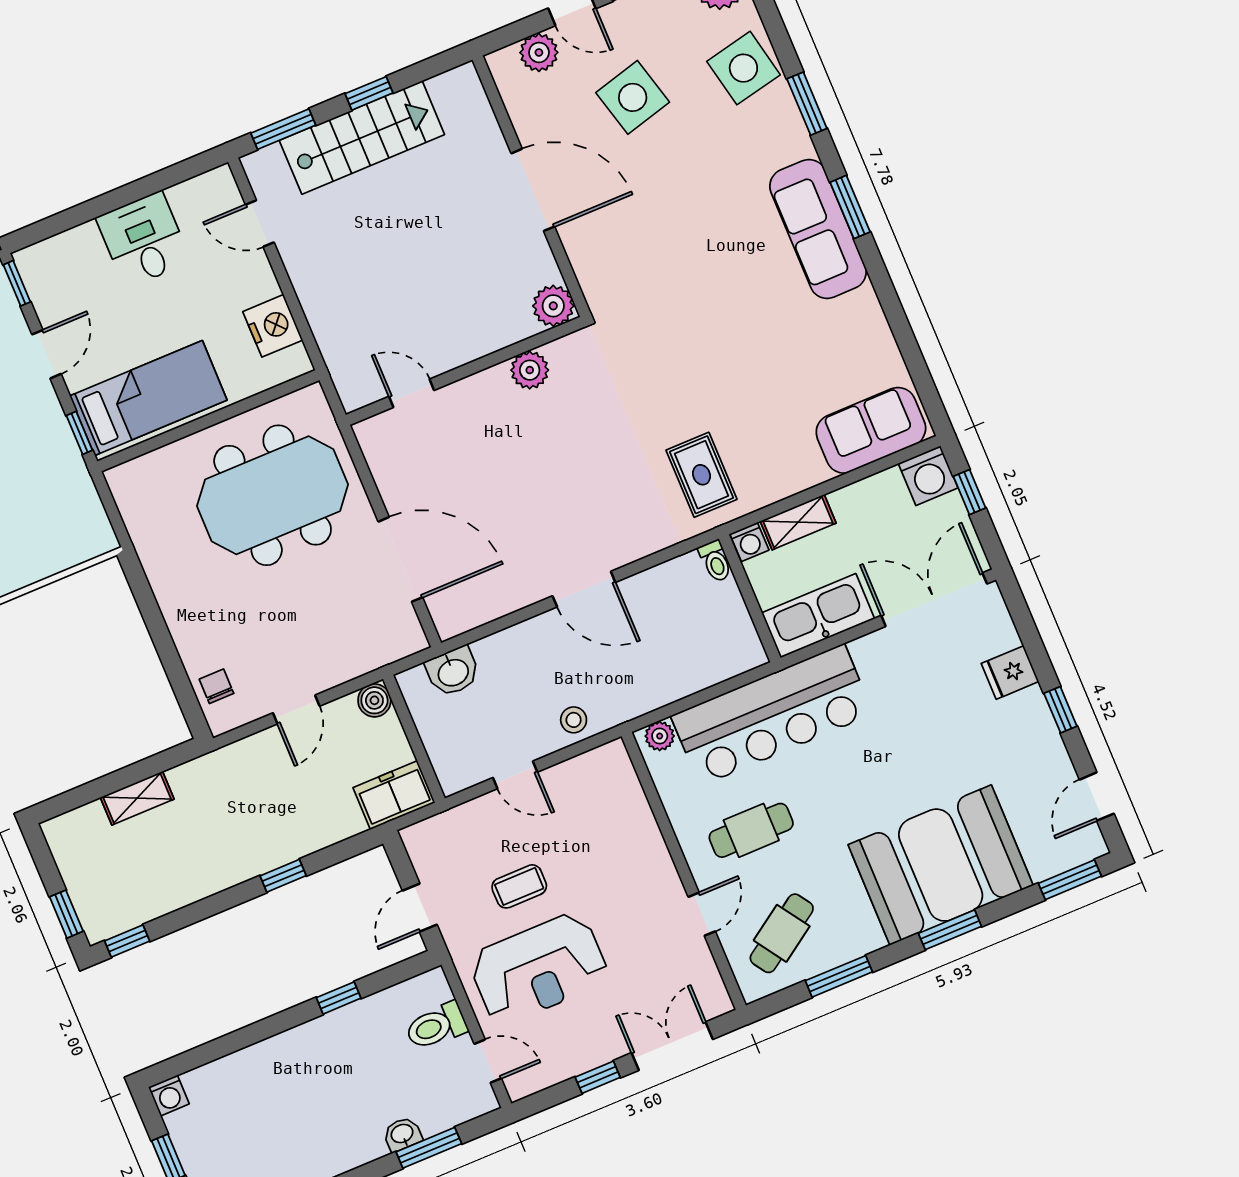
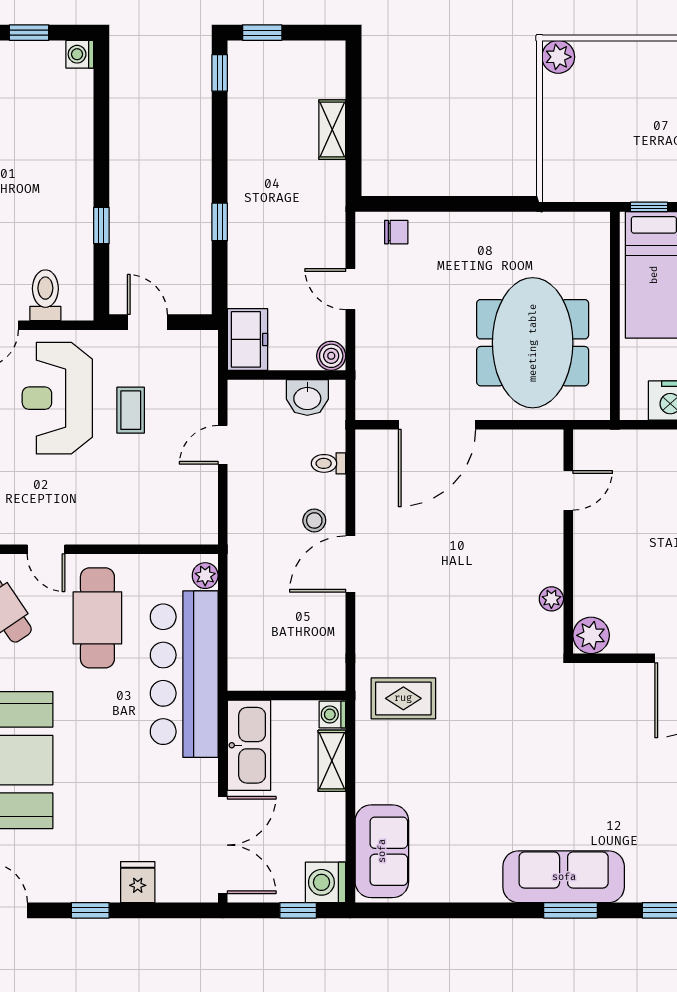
plant: (530, 370) -> (551, 599), width x0.73, depth x0.73
toilet: (715, 561) -> (328, 463), moved
washbasin: (453, 672) -> (307, 397), moved, turned -90
stool: (574, 720) -> (314, 520), moved
cafe table: (751, 830) -> (97, 618), width x1.37, depth x1.35

